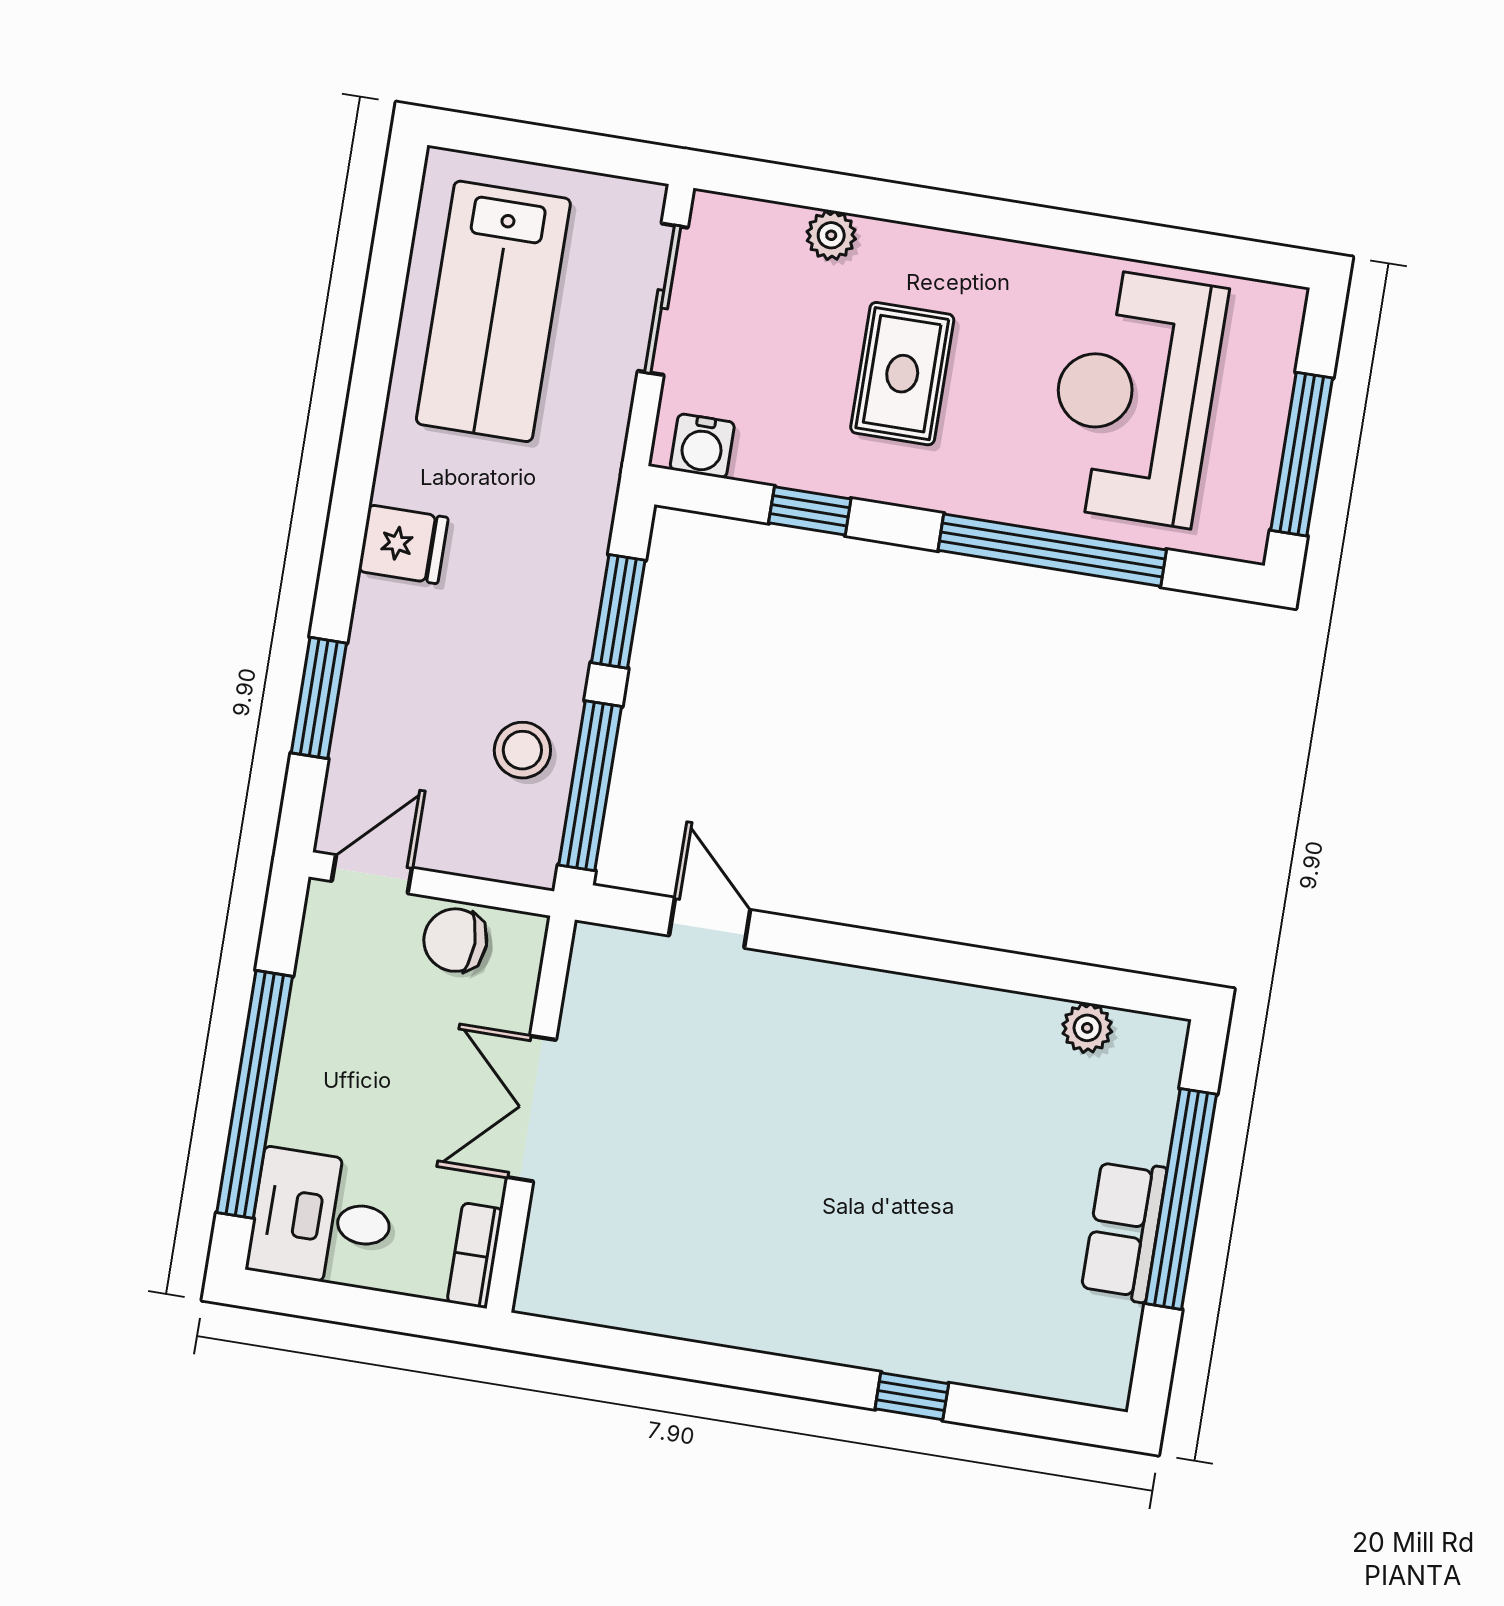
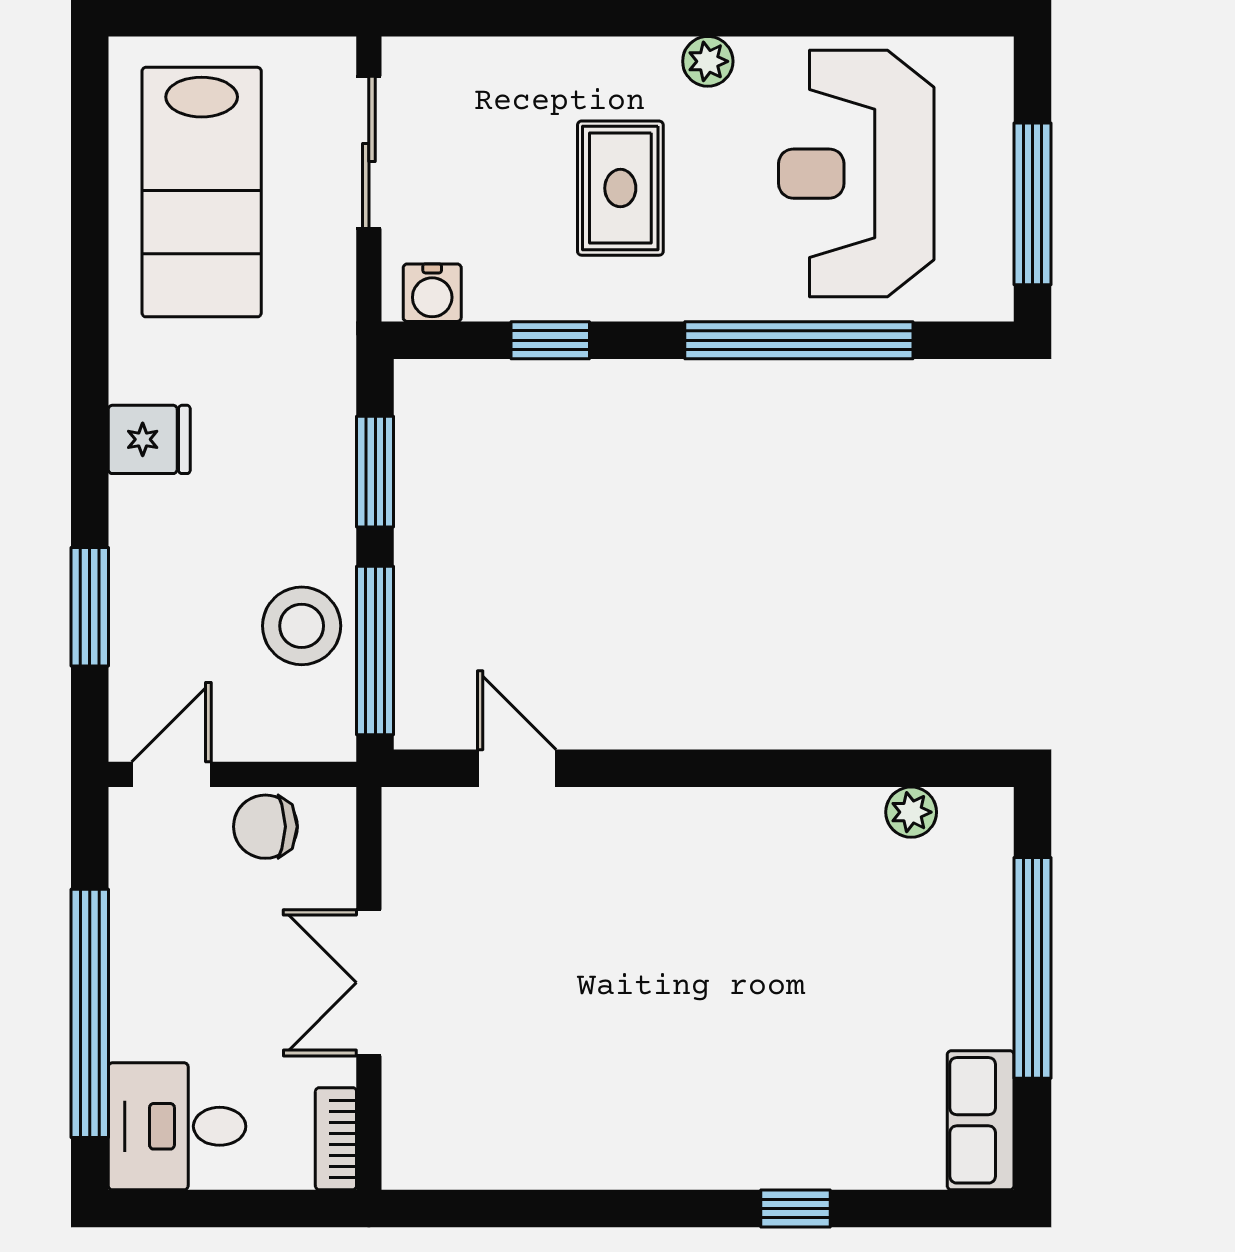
plant: (831, 235) -> (708, 61), moved
stool: (522, 750) -> (302, 626), width x1.38, depth x1.38
row of seats: (1124, 1230) -> (981, 1120), moved

